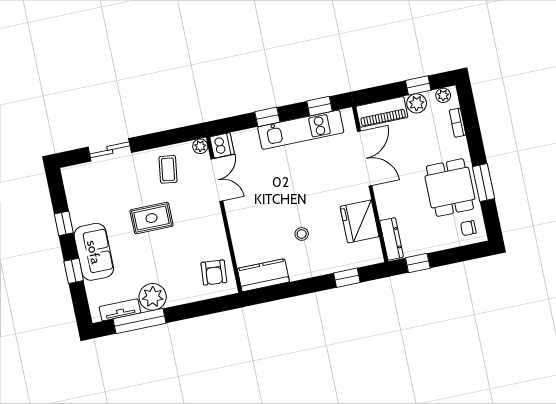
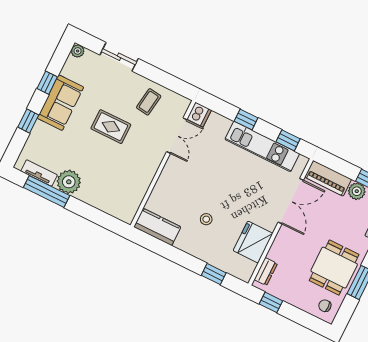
plant: (200, 146) -> (78, 51), moved
dresser: (392, 239) -> (266, 272), width x0.70
sofa: (94, 252) -> (60, 103), moved
armchair: (214, 273) -> (124, 198), removed

